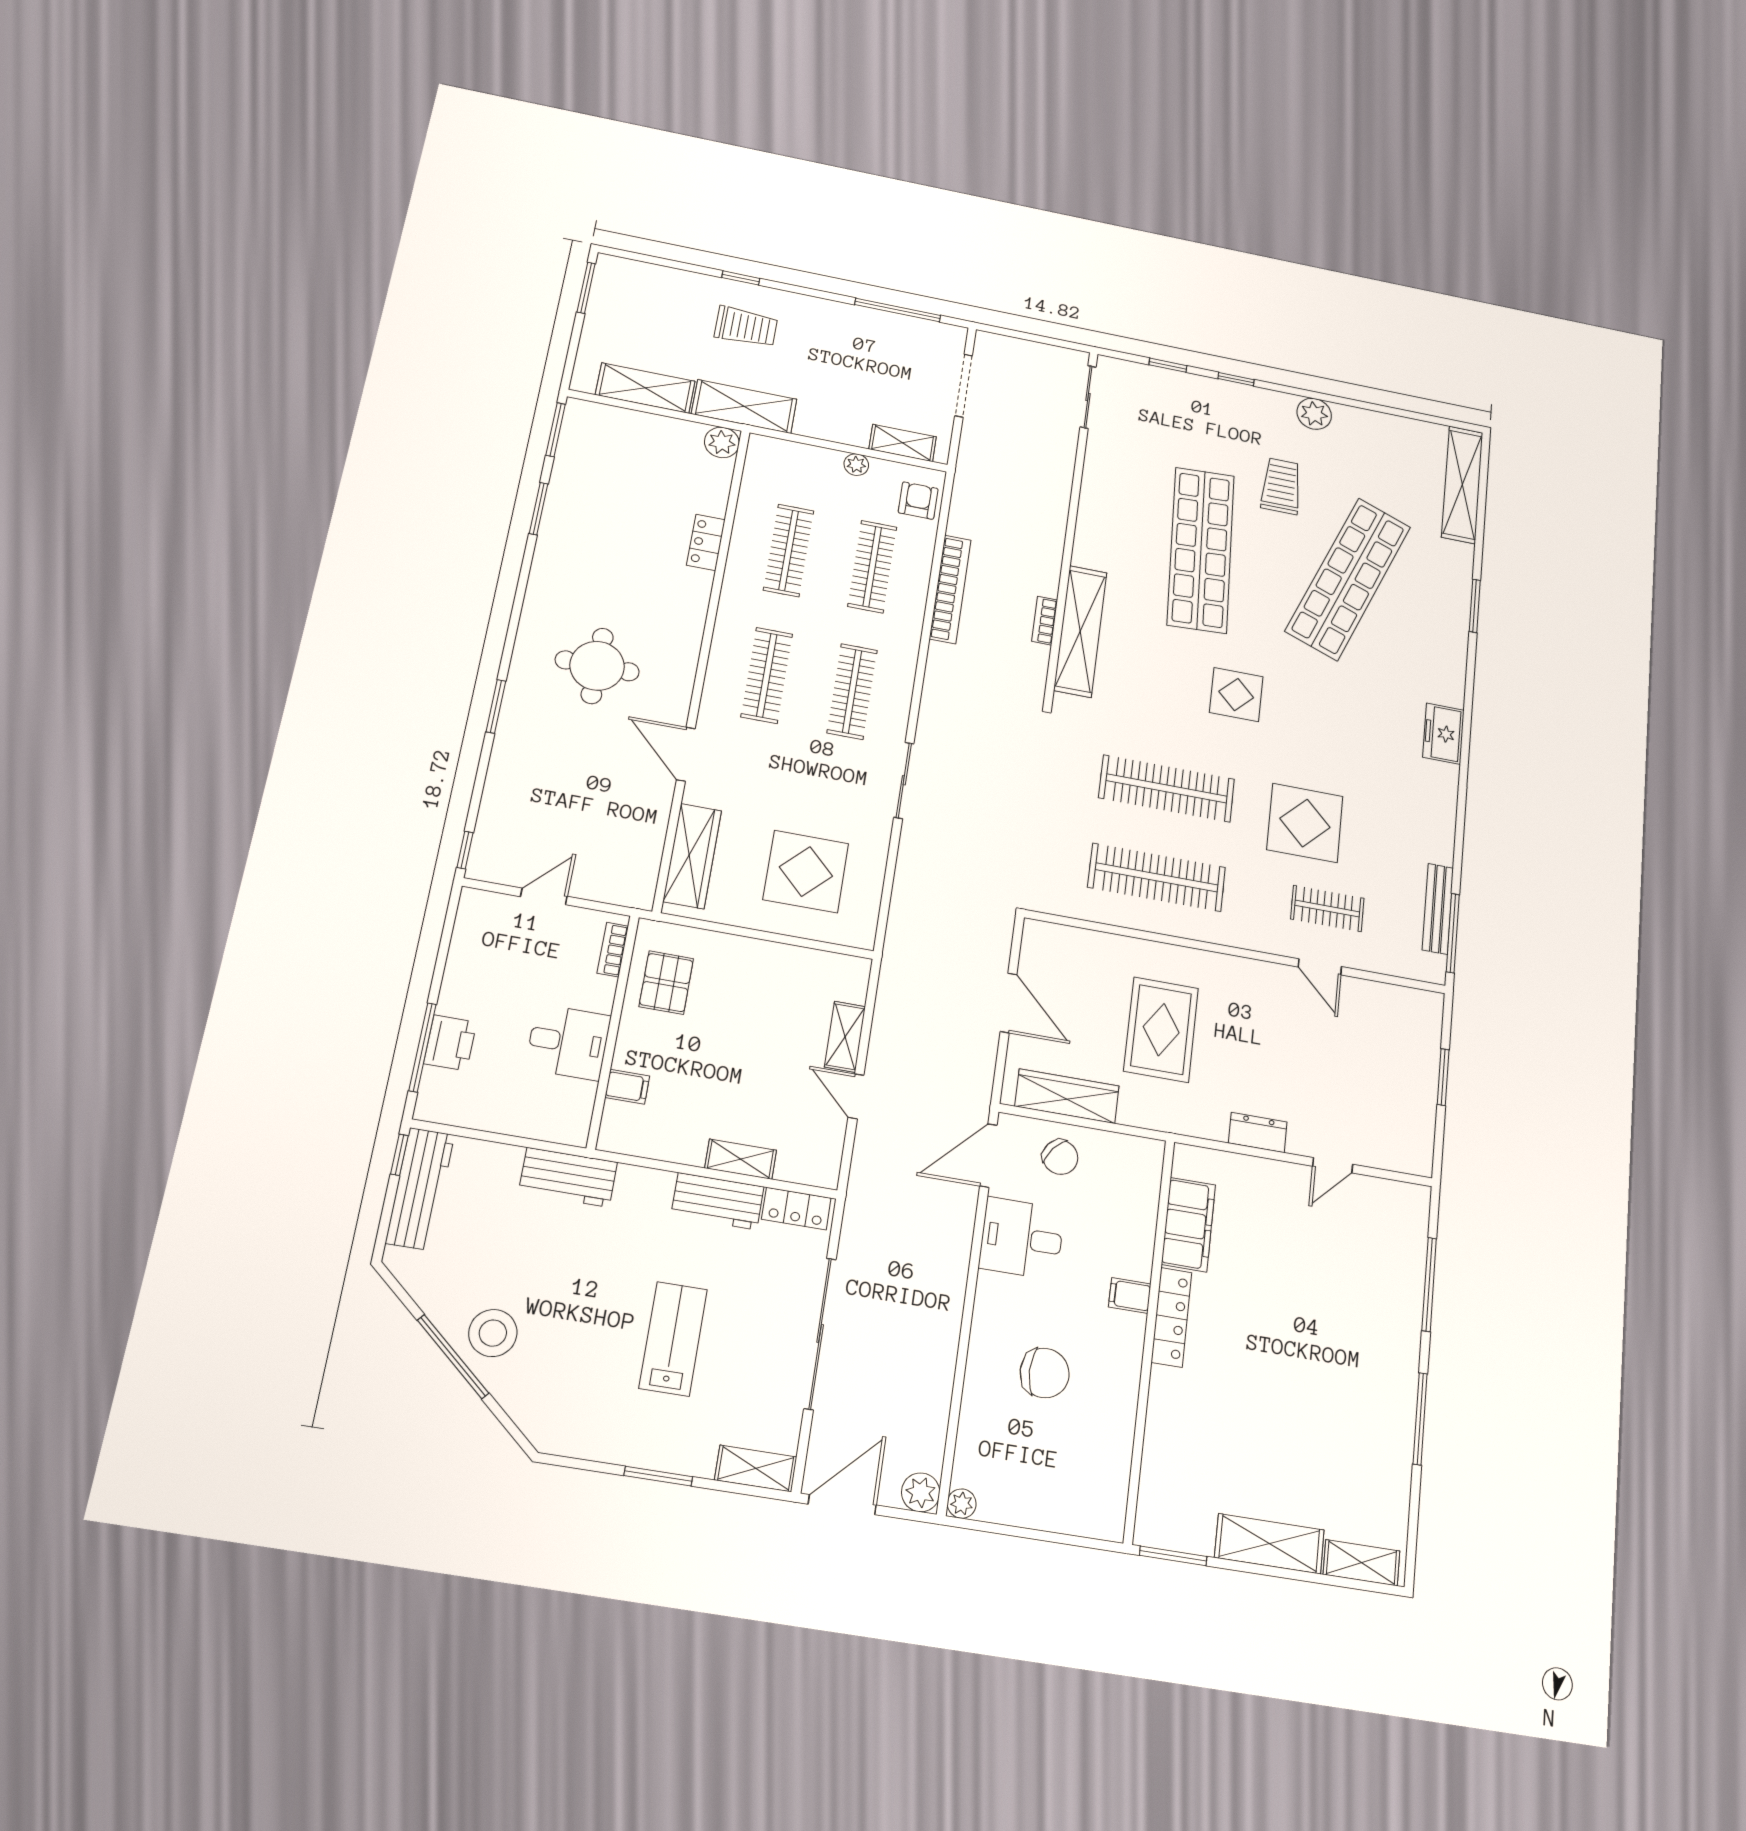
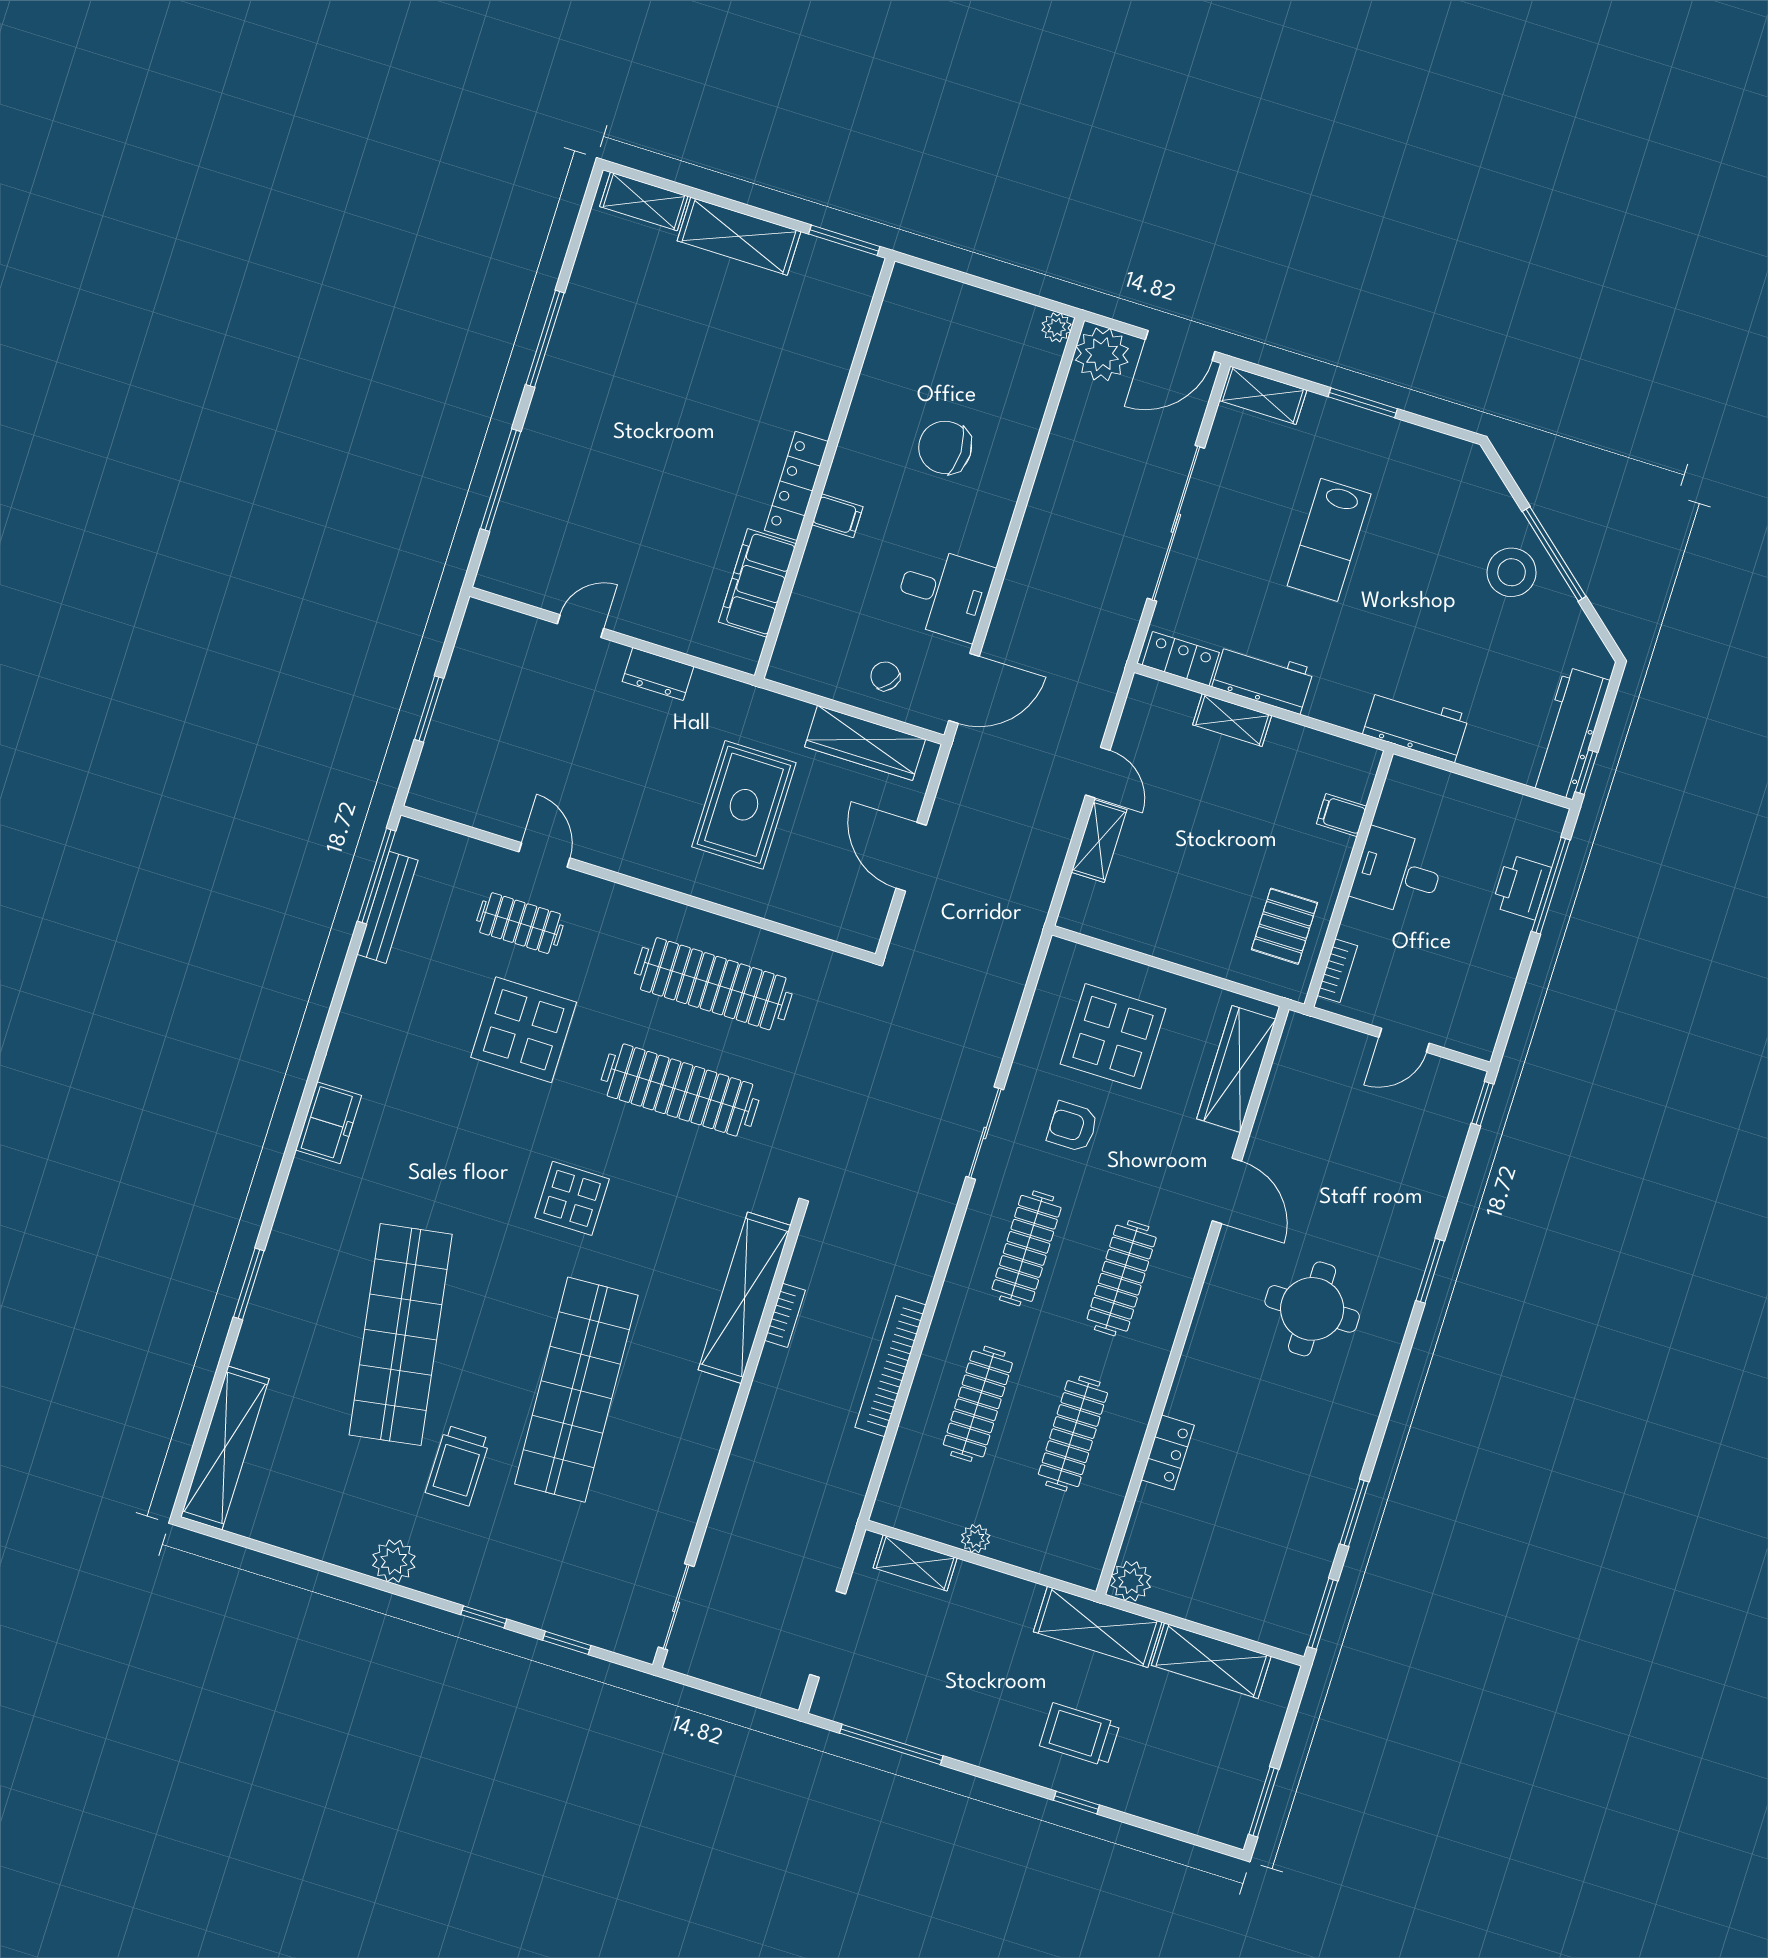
armchair: (918, 501) -> (1073, 1127), moved, turned 90
shop shelf: (1348, 579) -> (401, 1335), turned -30
chair: (1060, 1157) -> (885, 676), width x0.73, depth x0.73
plant: (921, 1492) -> (1102, 354), width x1.36, depth x1.36

